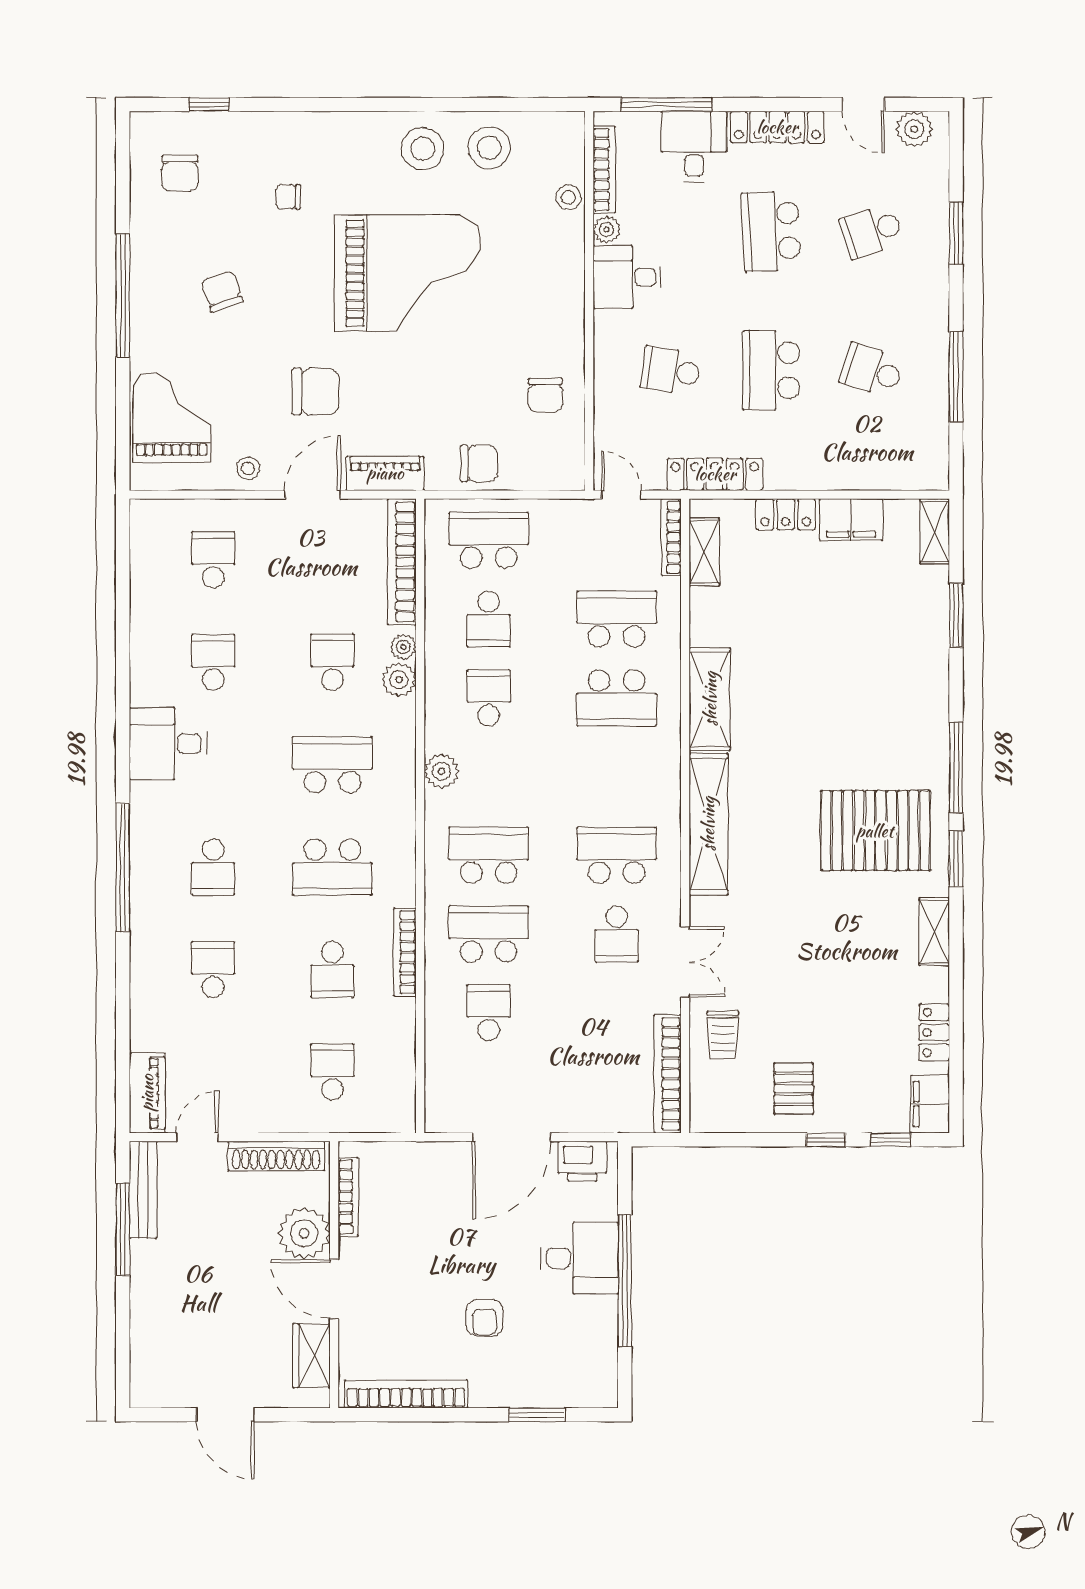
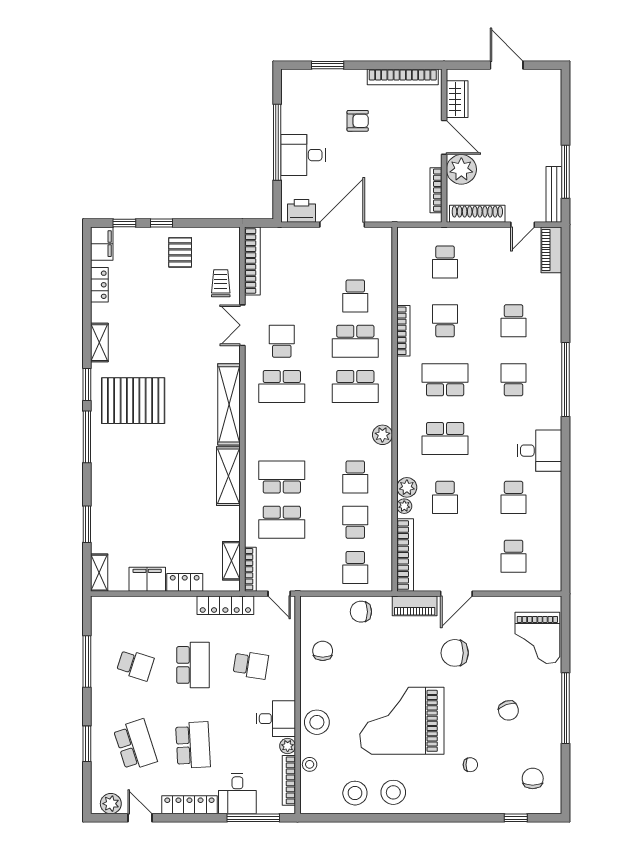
school desk: (872, 231) -> (135, 745), width x1.85
stool: (248, 468) -> (317, 722), moved, width x1.89, depth x1.89
school desk: (489, 540) -> (355, 567), width x0.54
armchair: (484, 1318) -> (358, 121), turned 90

